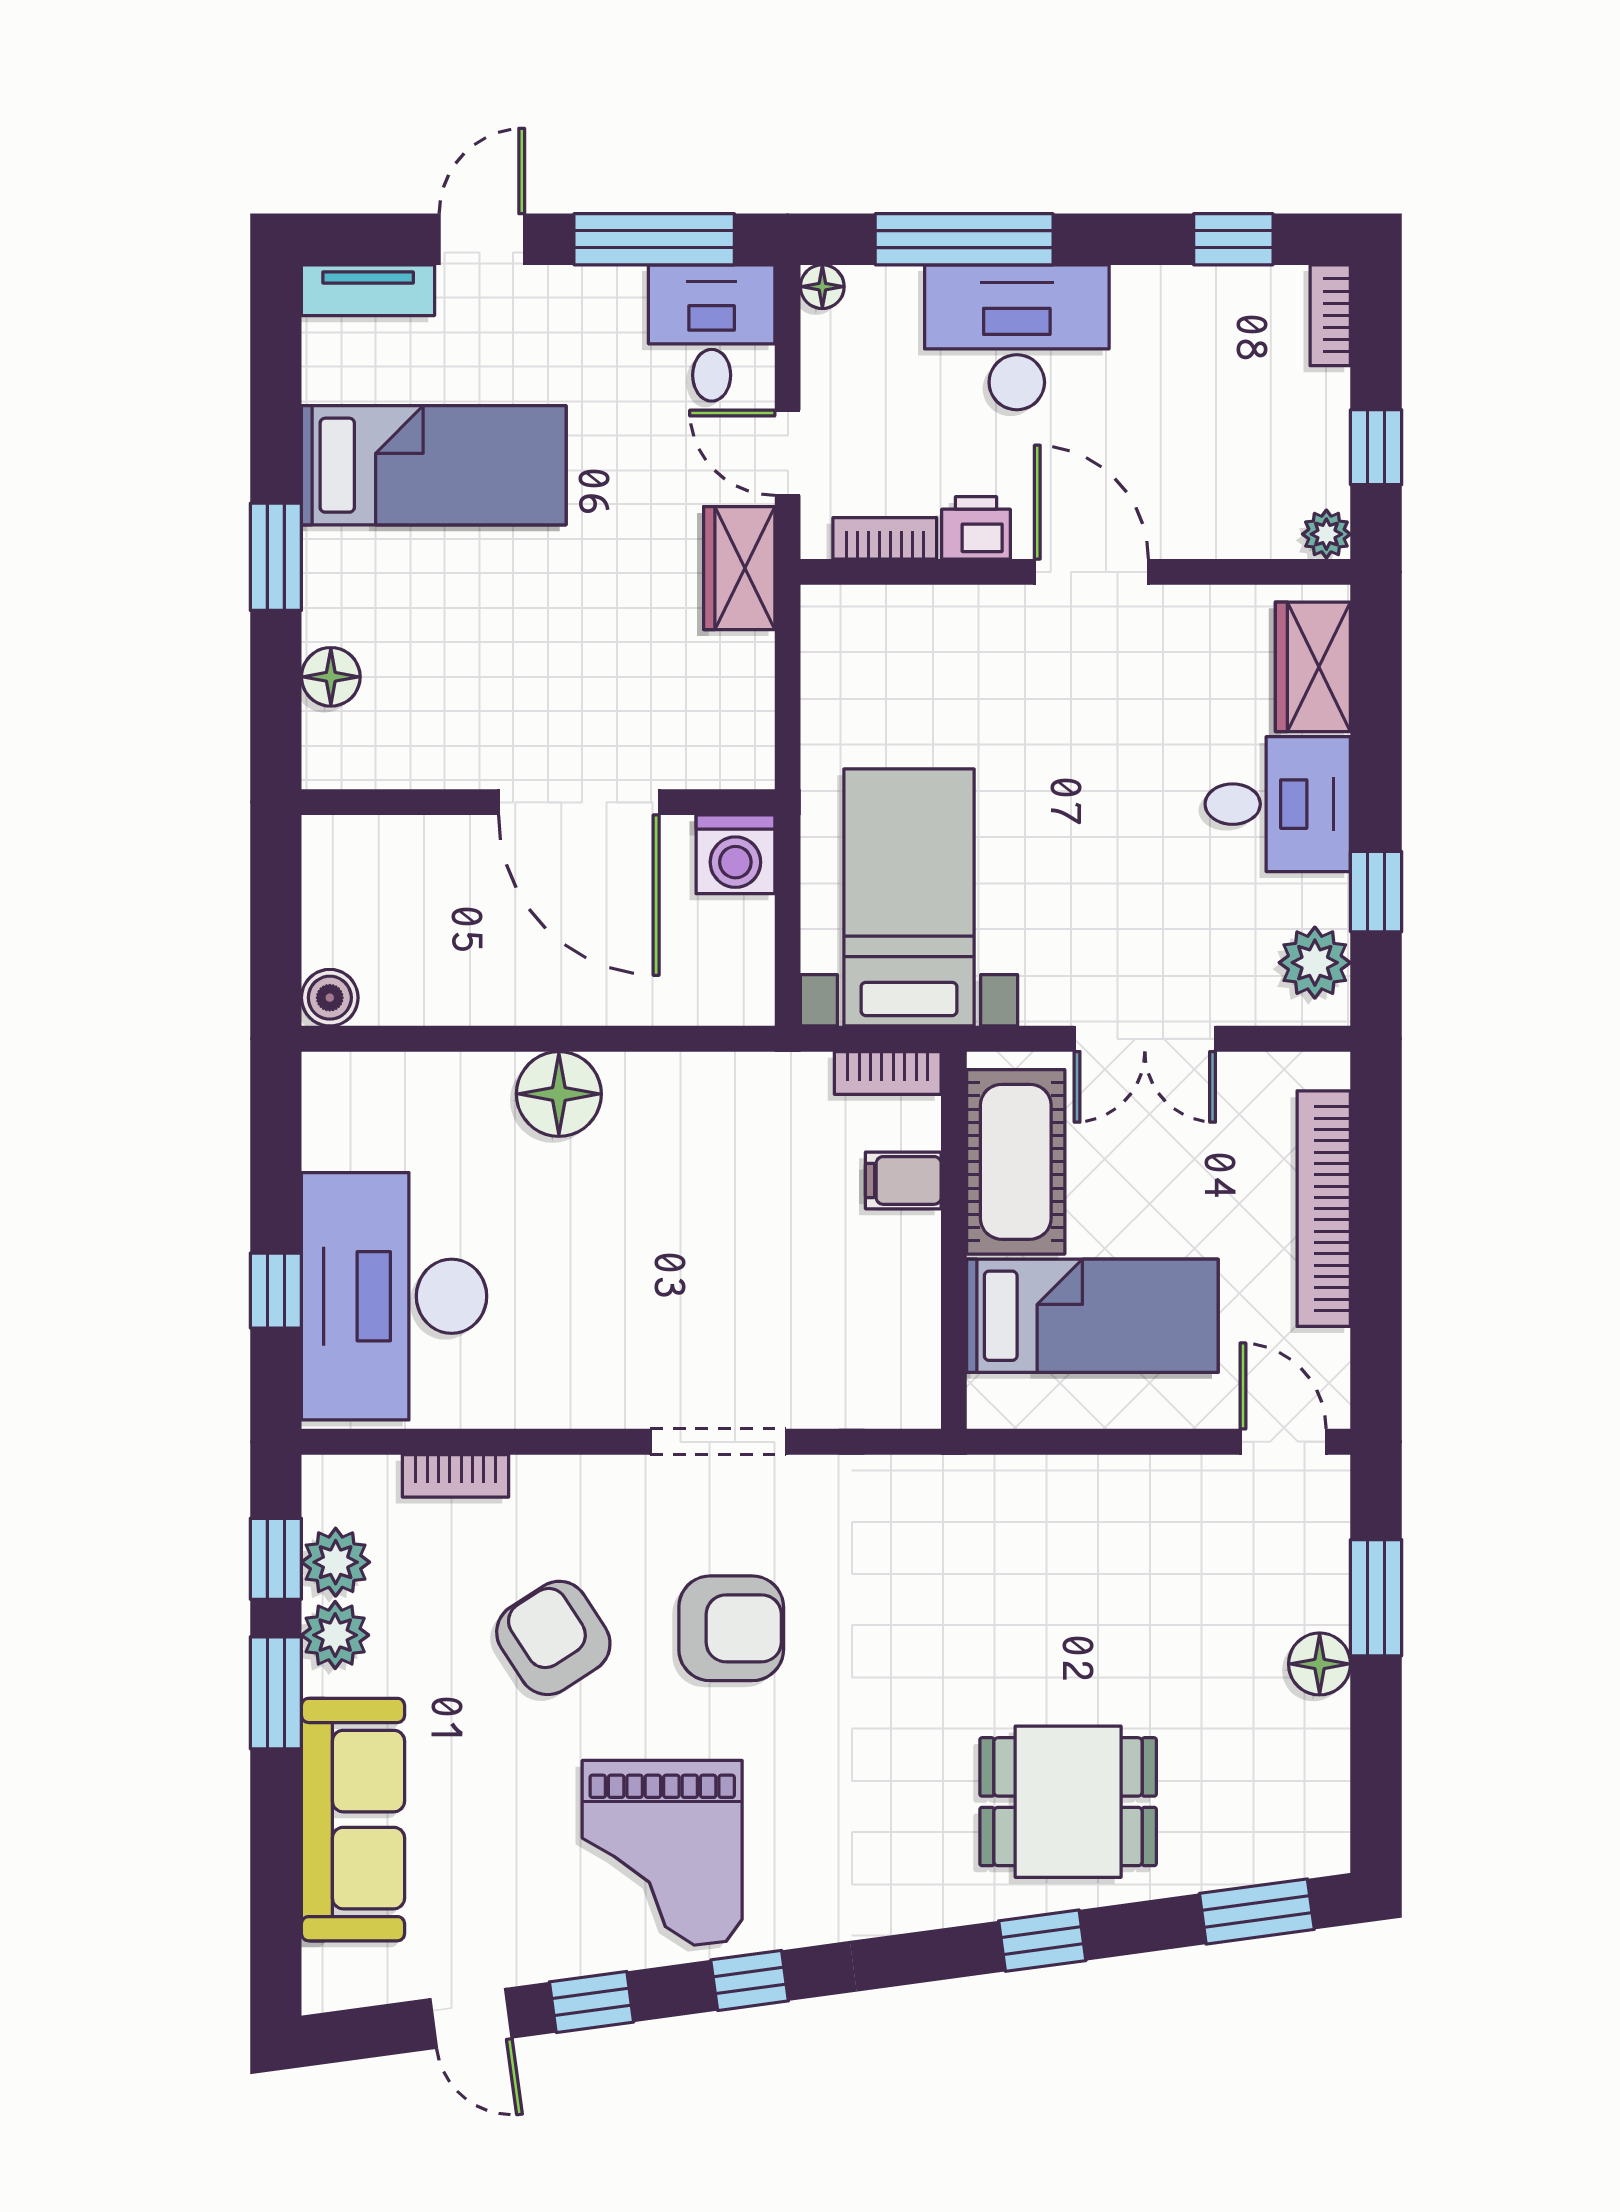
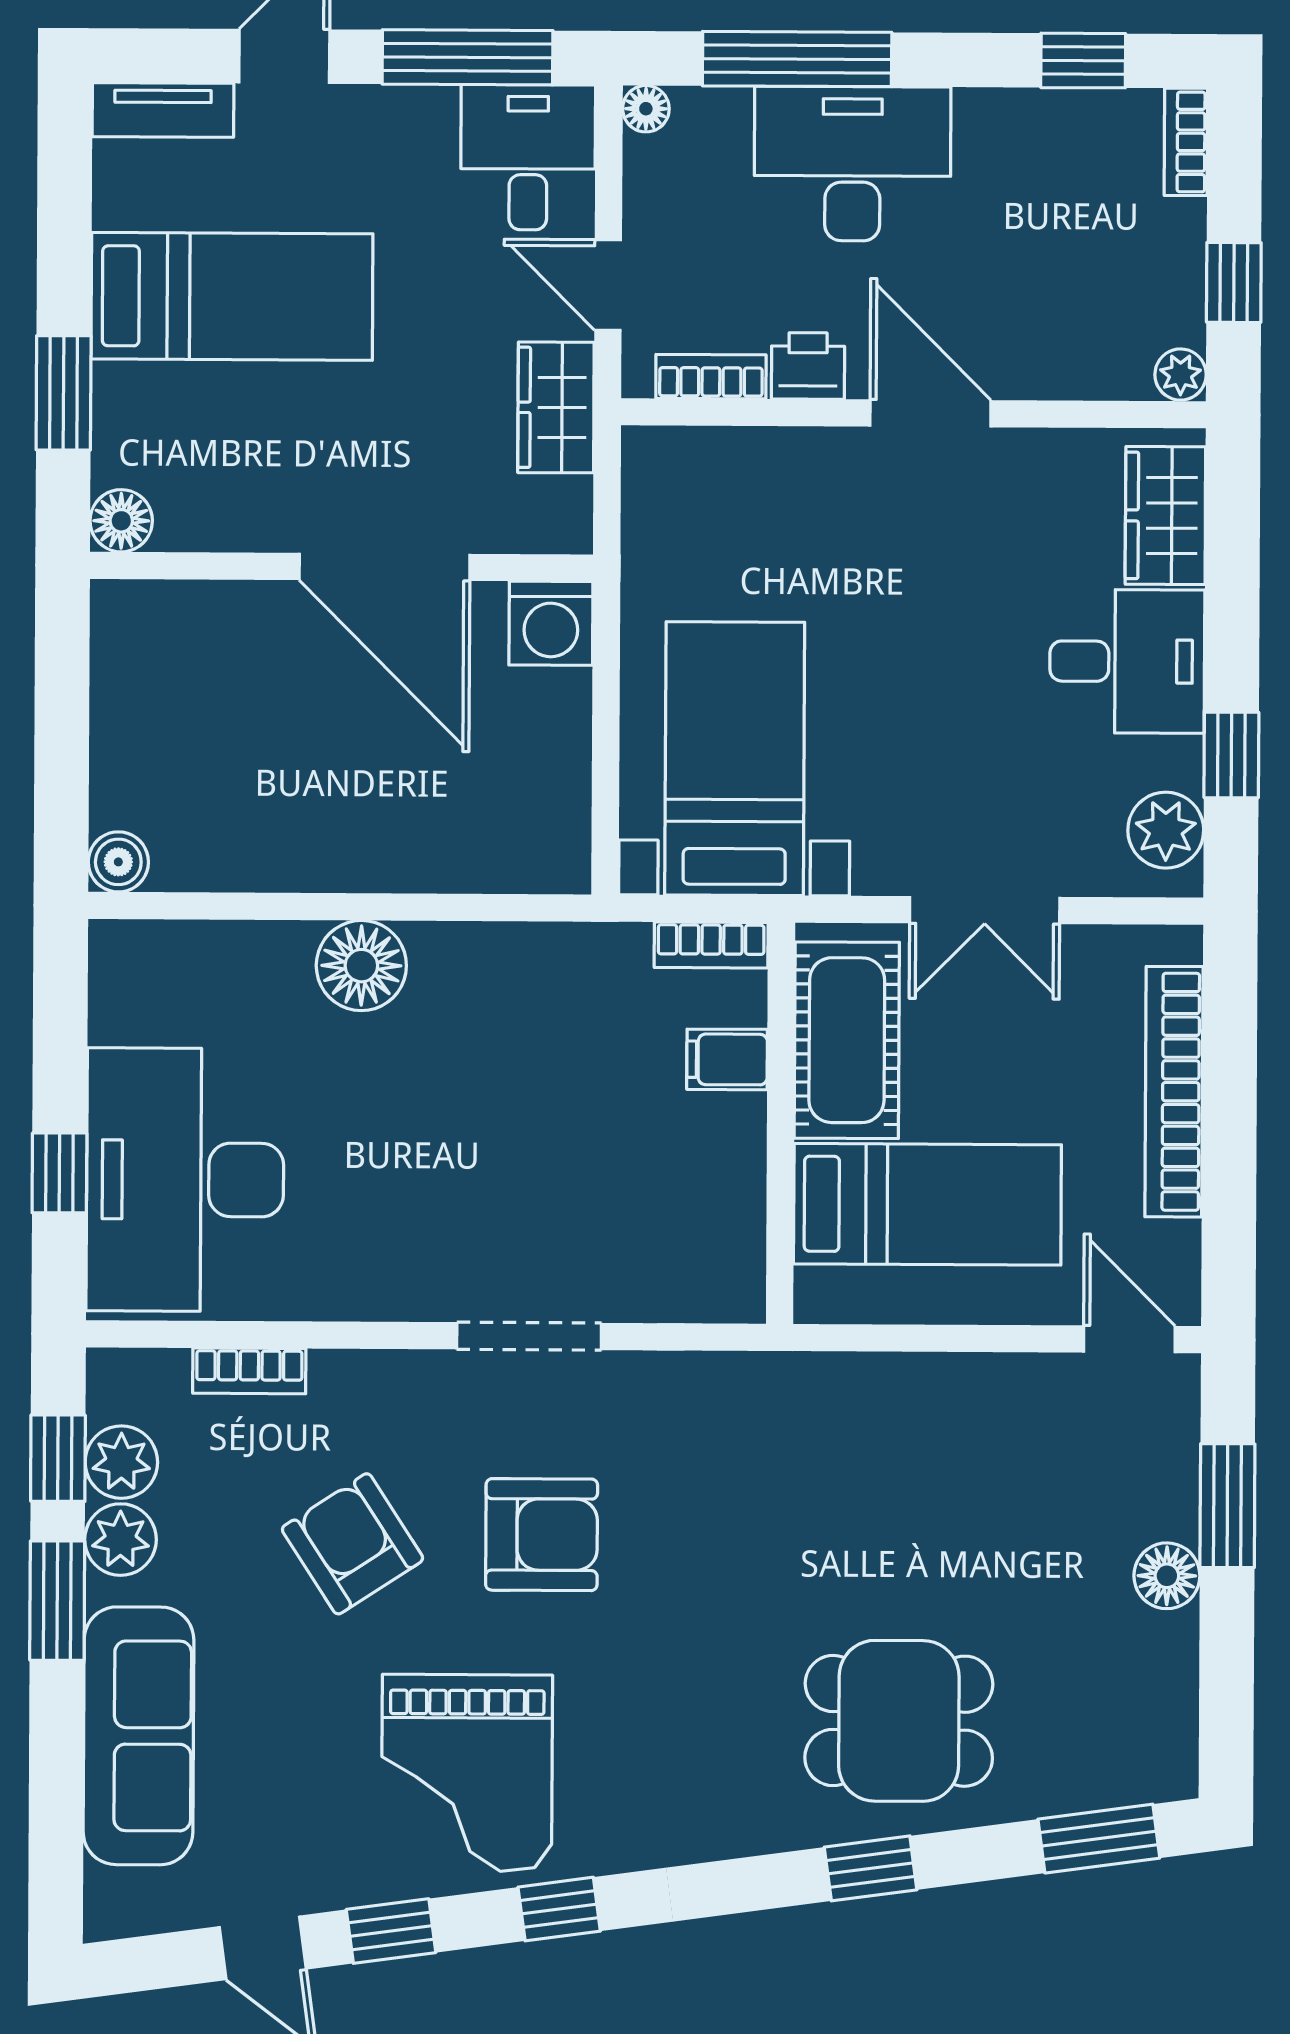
wall: (538, 802) -> (341, 567), moved
door: (579, 802) -> (385, 567), moved
washing machine: (735, 854) -> (551, 623), moved

